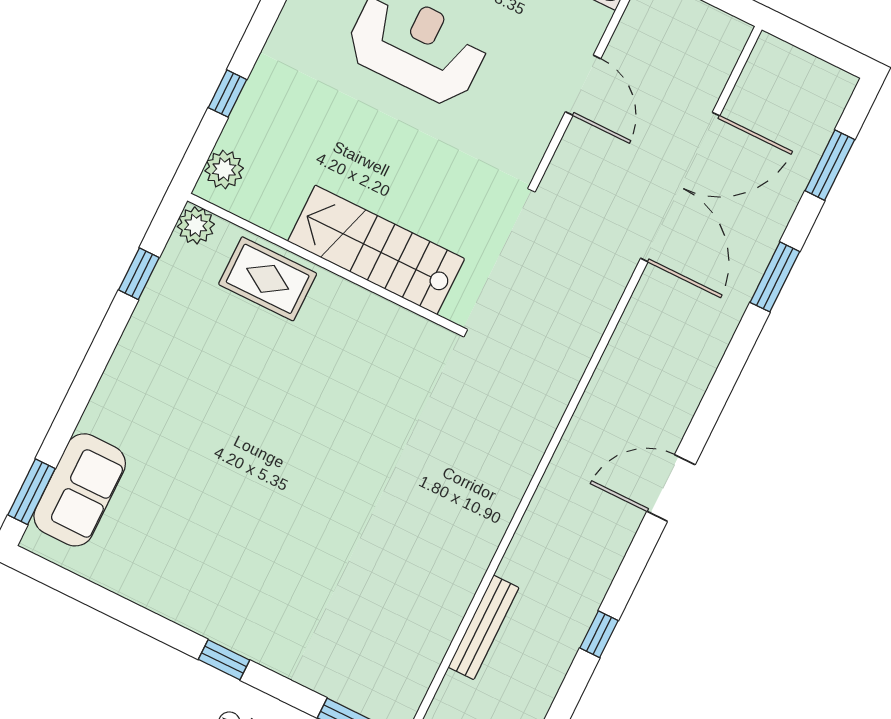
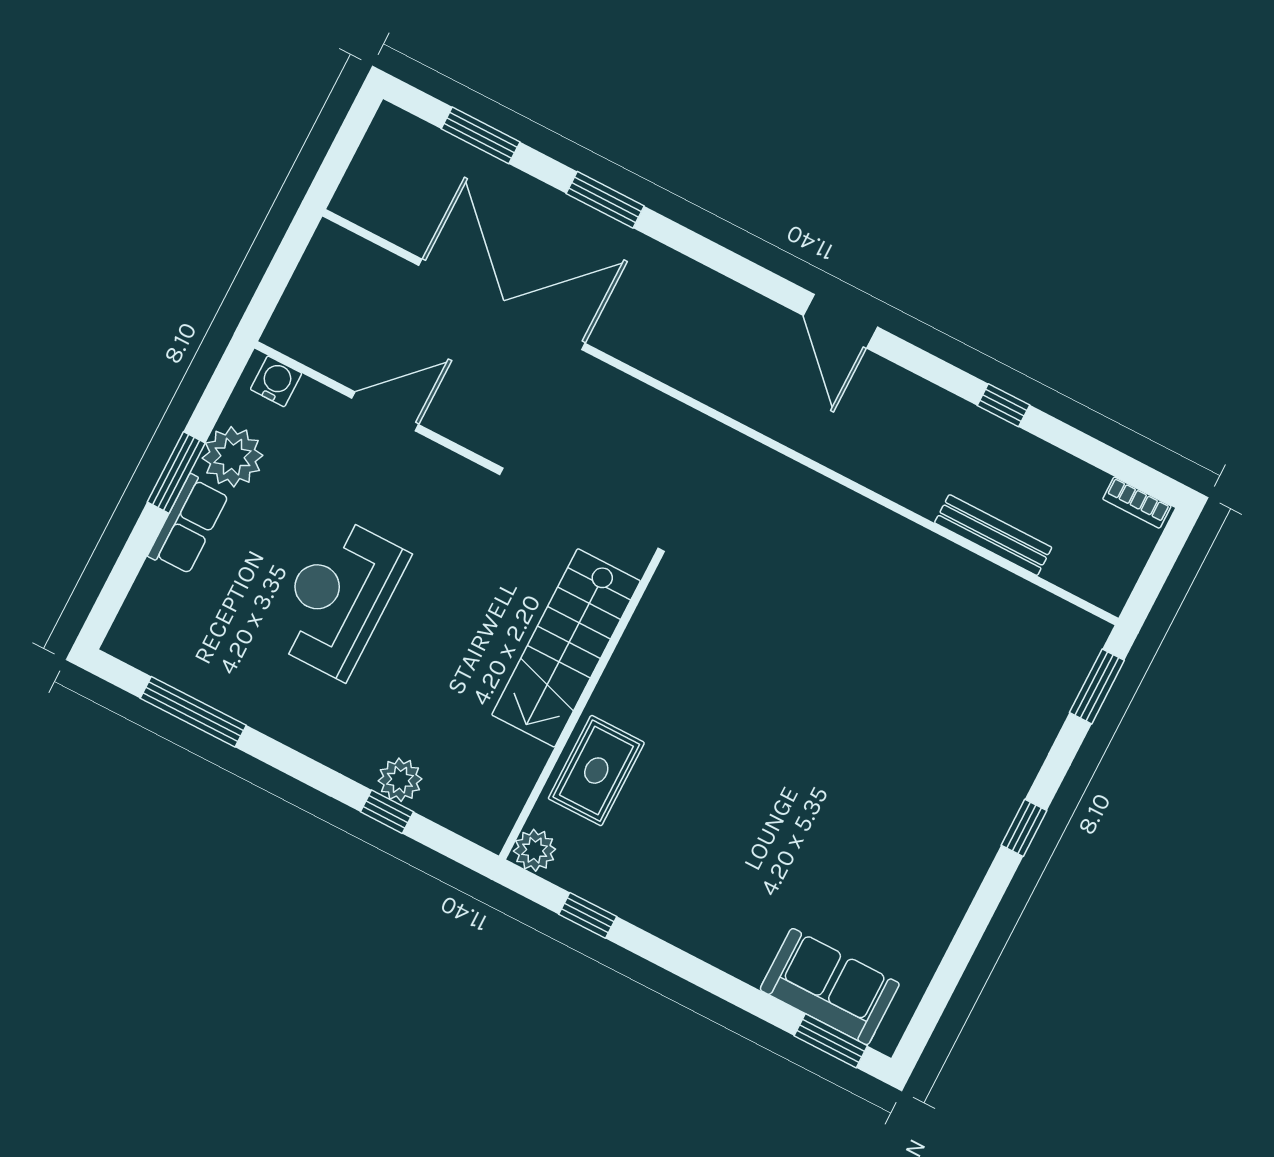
plant: (224, 169) -> (400, 780), moved

